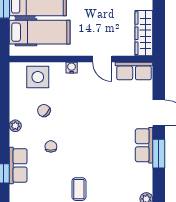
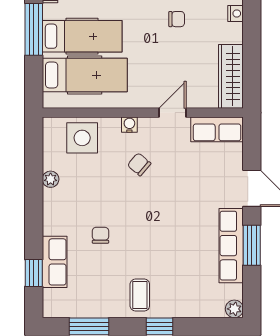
door: (102, 59) -> (172, 113), swing flipped
chair: (44, 111) -> (139, 164), moved
plant: (15, 126) -> (51, 179), moved
row of seats: (144, 145) -> (231, 246), width x1.48

